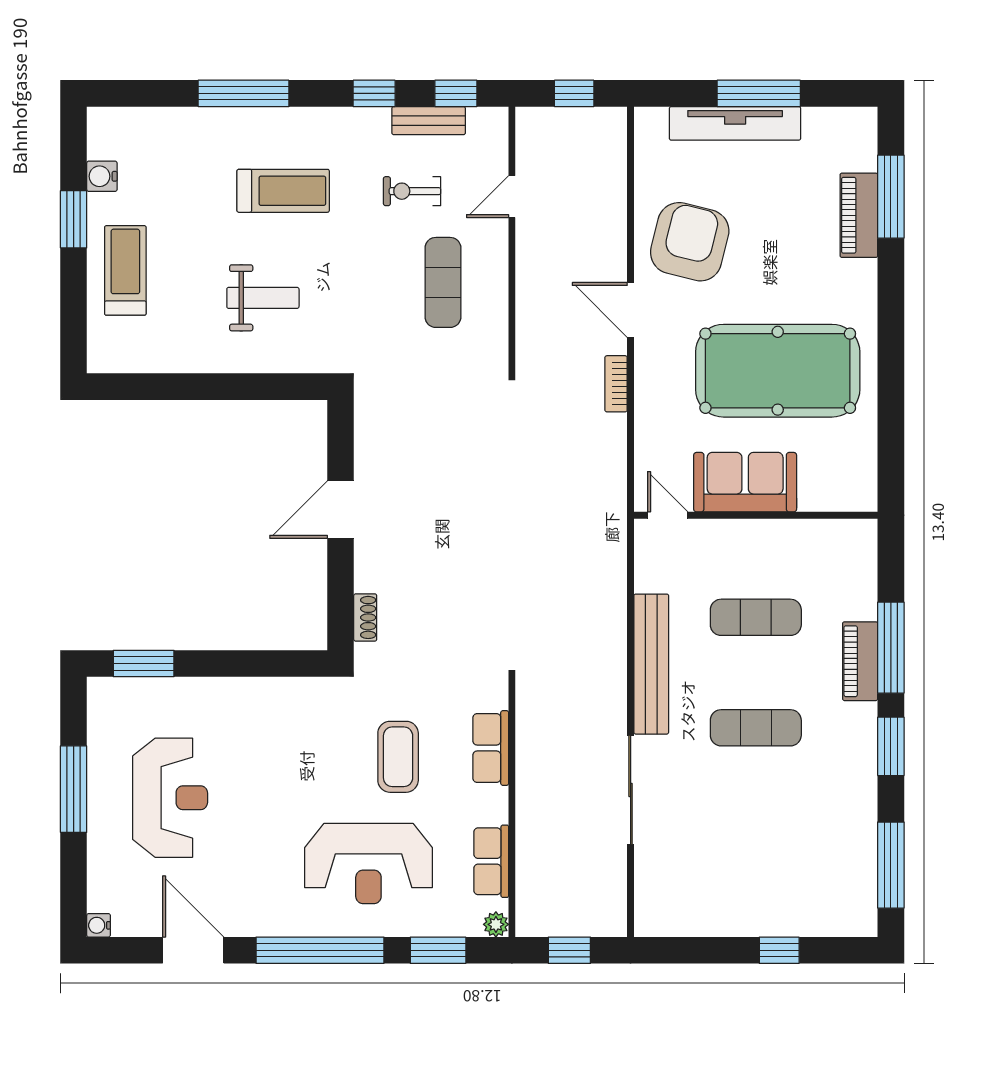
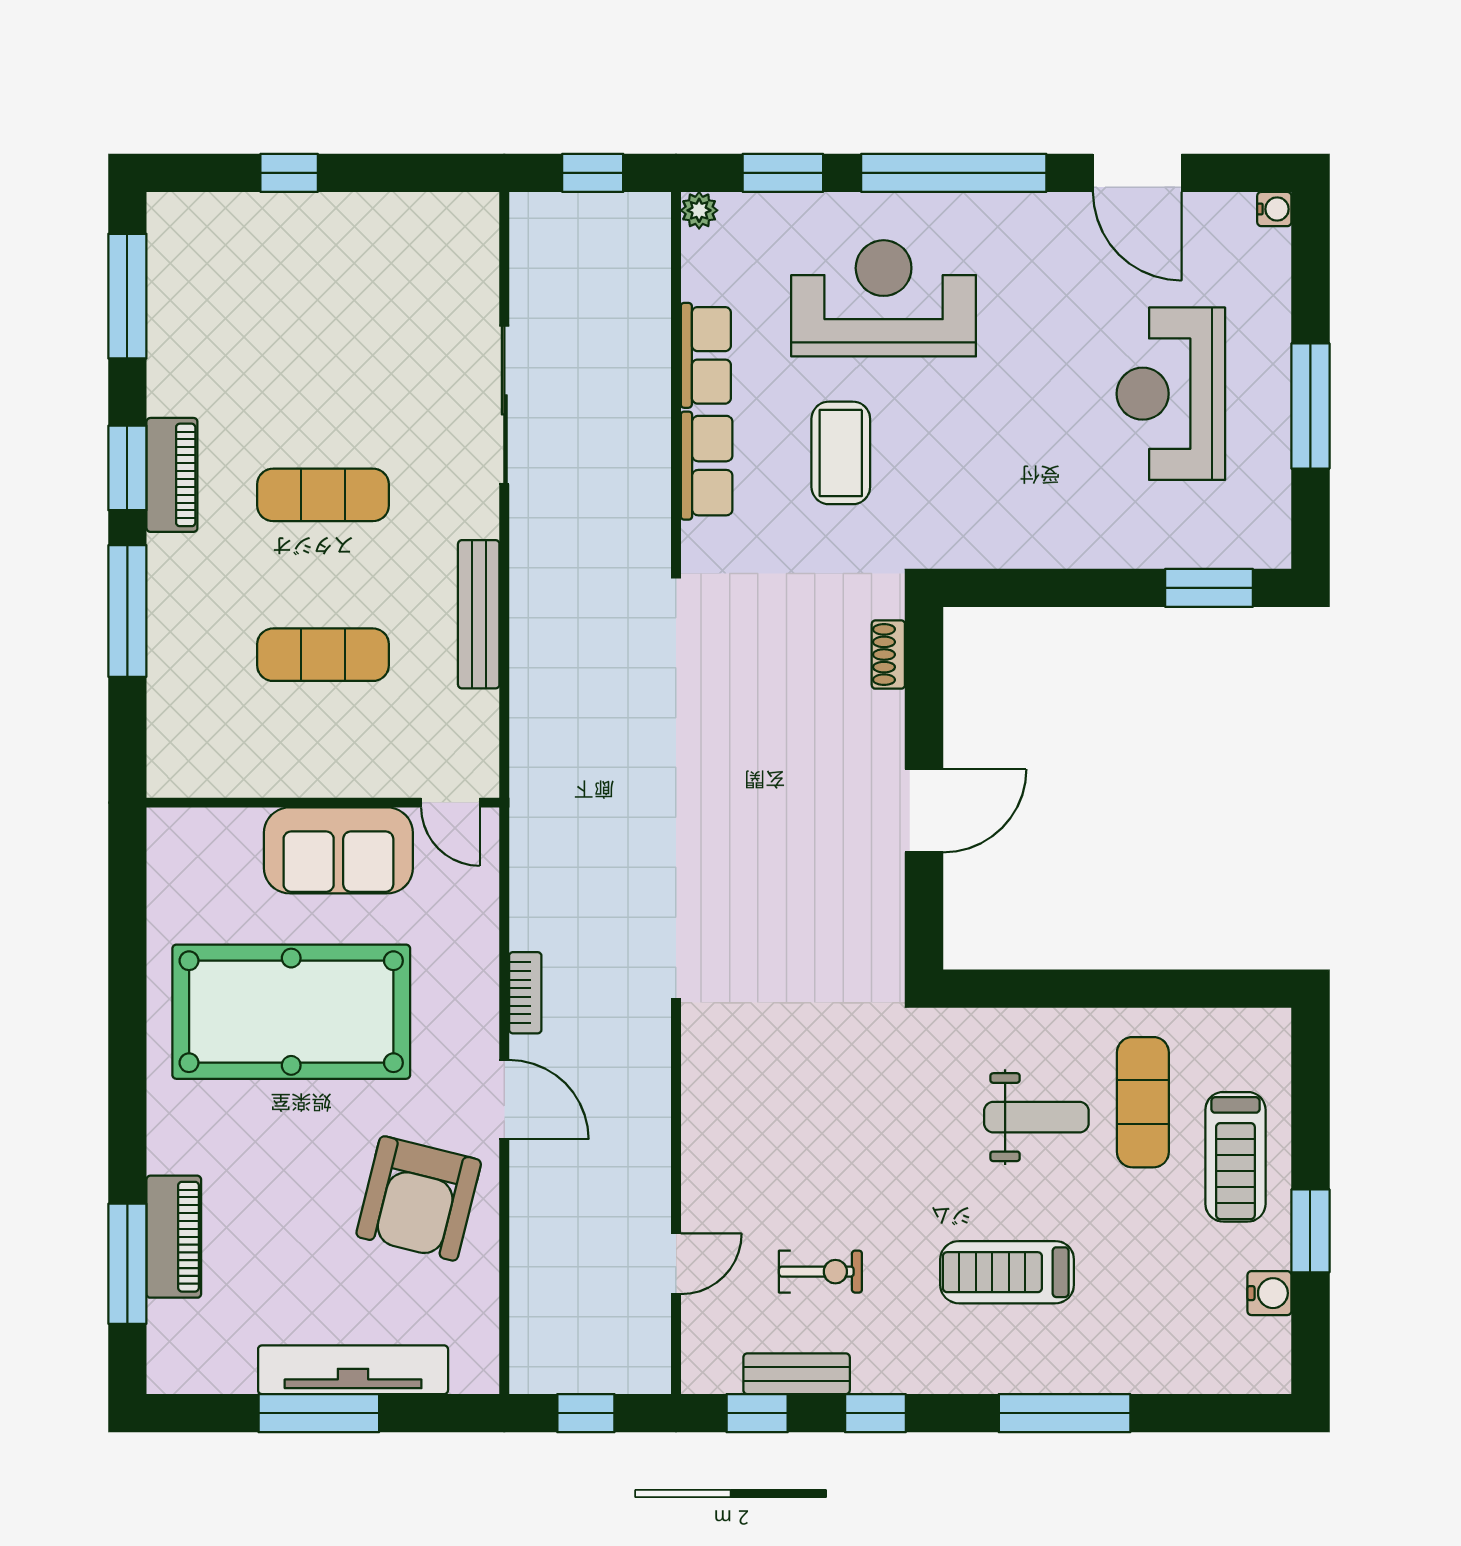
exercise mat: (443, 282) -> (1143, 1102), moved
weight bench: (263, 298) -> (1036, 1117), turned 180
piano: (860, 661) -> (172, 475), moved
bench: (651, 664) -> (479, 614), width x0.73, depth x0.82
row of seats: (491, 861) -> (706, 355), moved

